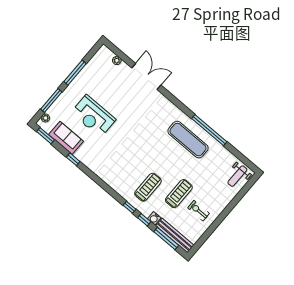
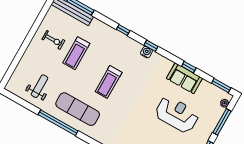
sofa: (66, 138) -> (184, 78), moved
weight bench: (237, 176) -> (39, 86), moved
treadmill: (148, 187) -> (109, 82), moved
water cooler: (154, 218) -> (146, 52), moved
window: (144, 220) -> (151, 46), moved

